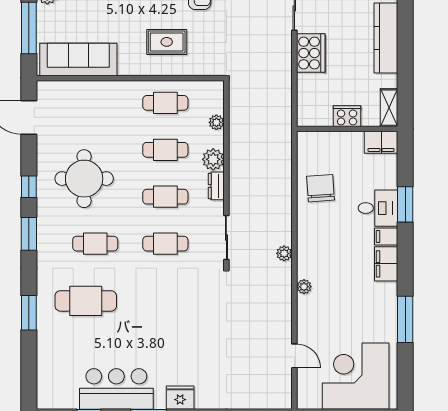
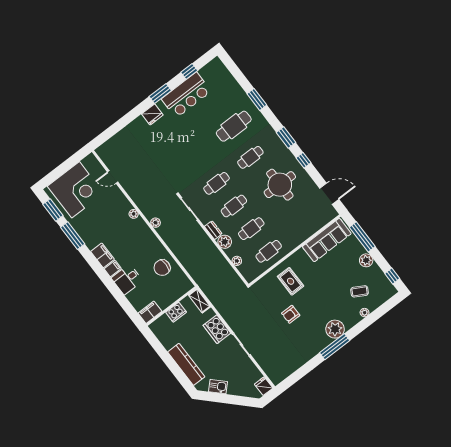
rug: (167, 42) -> (291, 281), turned 90
shelving: (389, 108) -> (199, 301), moved
chair: (321, 188) -> (162, 268), turned 94
window: (405, 204) -> (53, 210), moved

